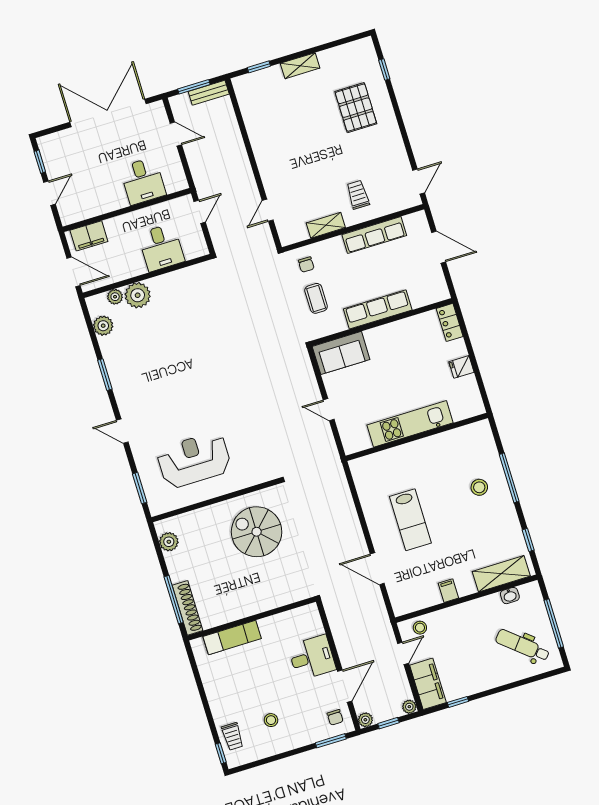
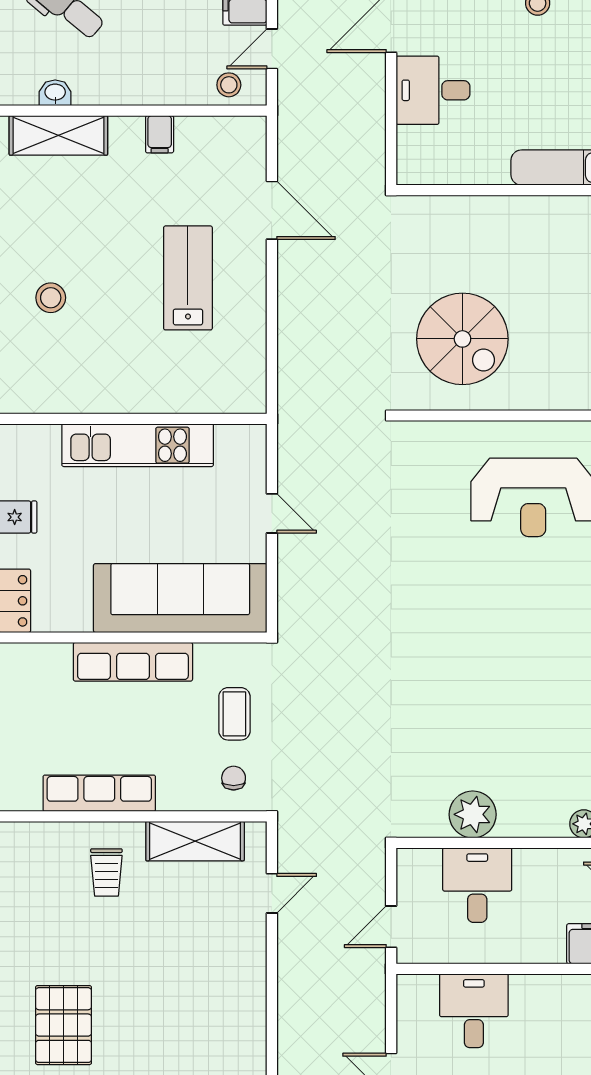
shelving: (326, 225) -> (195, 841), width x1.50, depth x1.33
plant: (138, 295) -> (473, 814), moved
sofa: (341, 353) -> (180, 598), width x1.85, depth x1.27

